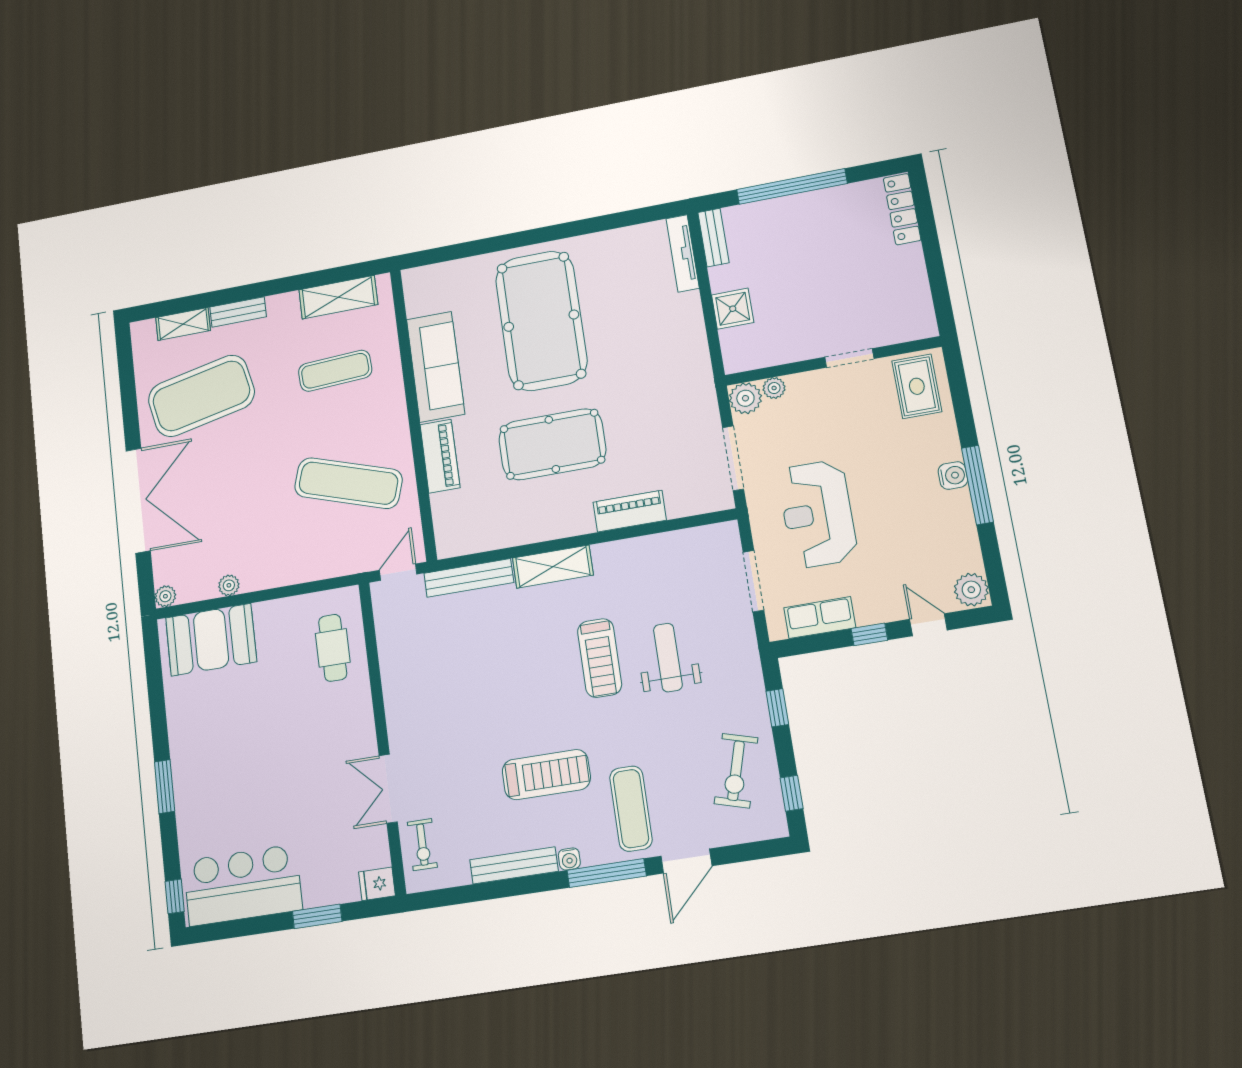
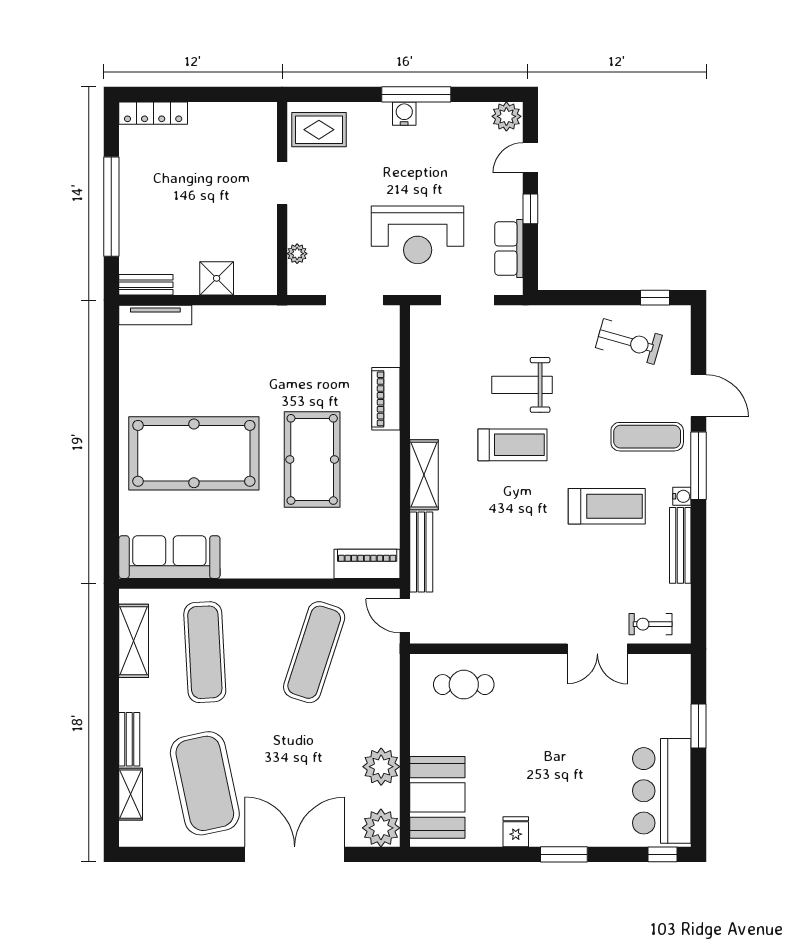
sofa: (436, 367) -> (169, 557), moved
exercise mat: (335, 371) -> (205, 652), width x1.36, depth x1.45
plant: (745, 398) -> (302, 280), removed
piano: (440, 456) -> (367, 564), moved
plant: (229, 585) -> (381, 767), width x1.88, depth x1.88
plant: (165, 596) -> (381, 828), width x1.87, depth x1.87
window: (777, 708) -> (581, 298), removed
treadmill: (546, 775) -> (607, 506), turned 90
exercise bike: (422, 845) -> (651, 624), turned 180
fridge: (377, 884) -> (516, 832), moved, turned 180

